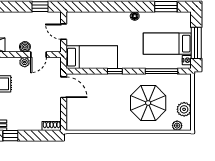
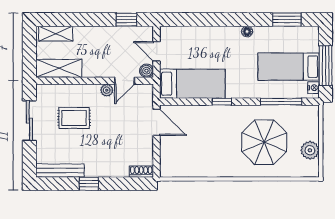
boiler: (25, 47) -> (146, 71), moved
plant: (177, 126) -> (301, 171), removed

